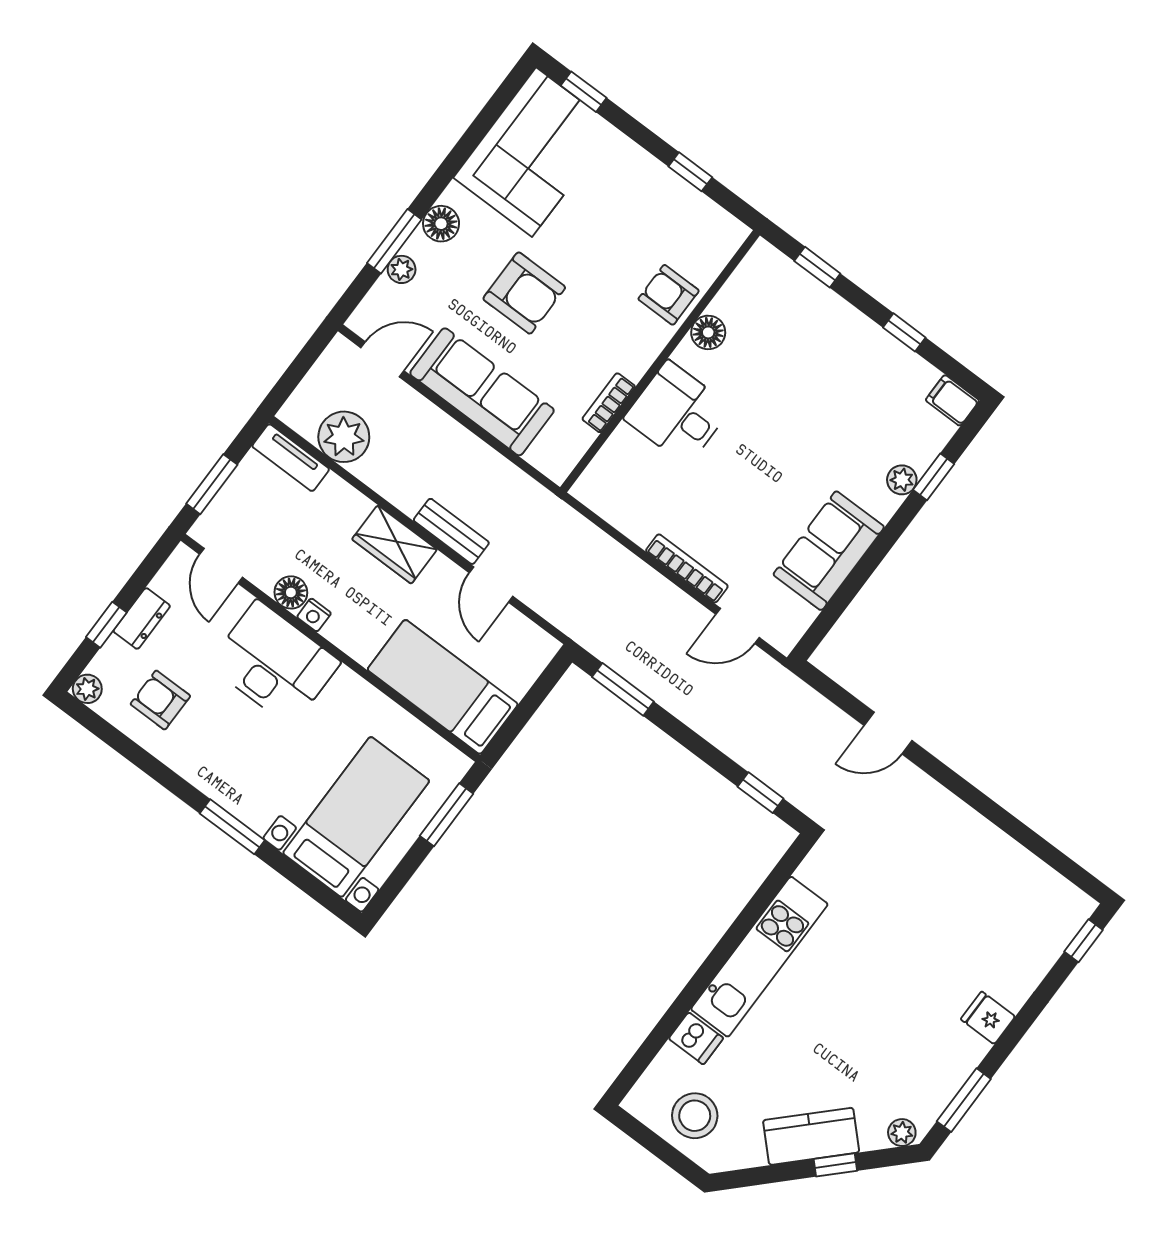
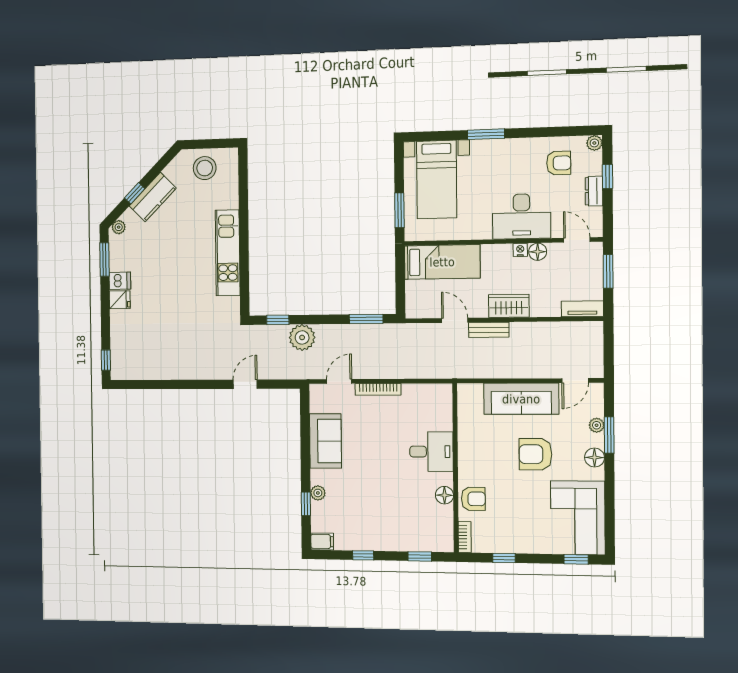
bookcase: (609, 403) -> (465, 537), moved
plant: (344, 437) -> (302, 337), moved
dishwasher: (696, 1038) -> (120, 281), moved, turned 180

